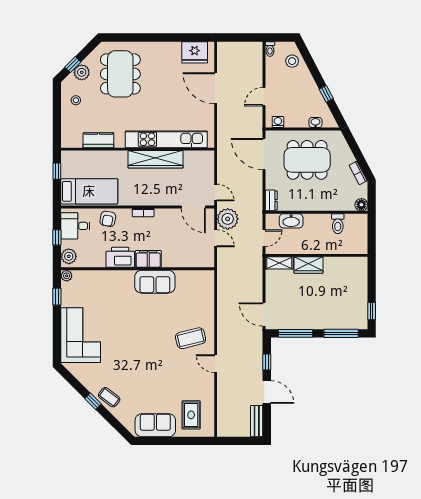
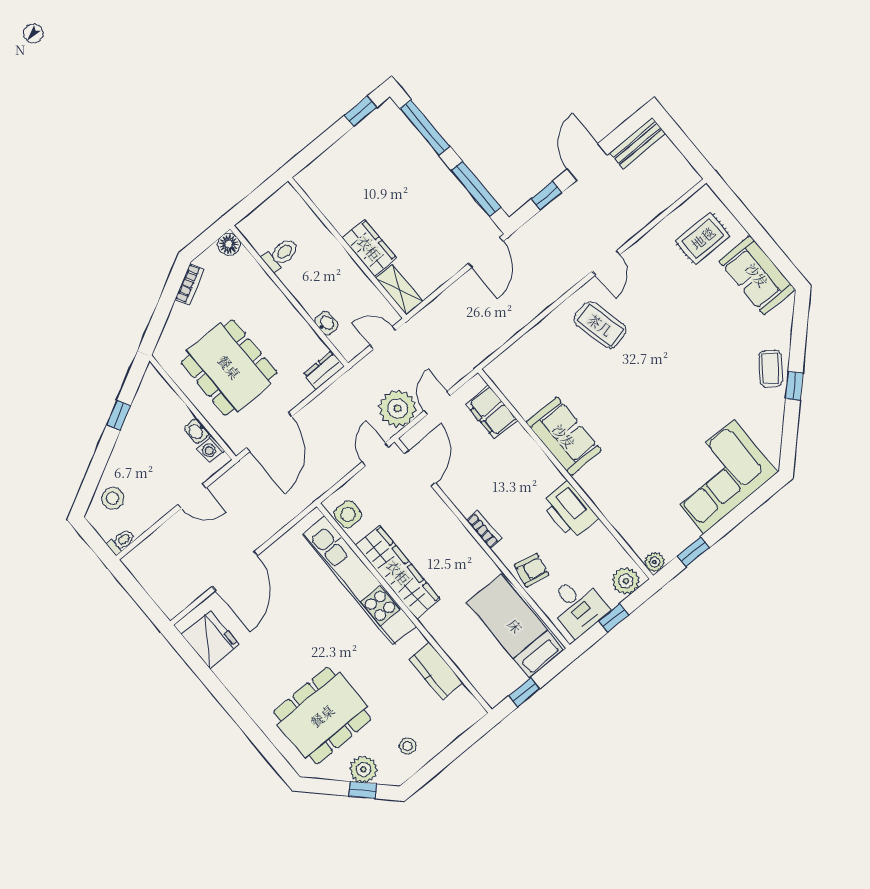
washbasin: (315, 122) -> (197, 431), moved
side table: (199, 159) -> (348, 514), added
washbasin: (291, 221) -> (326, 323), width x0.52, depth x0.69
filing cabinet: (148, 259) -> (492, 412), moved

